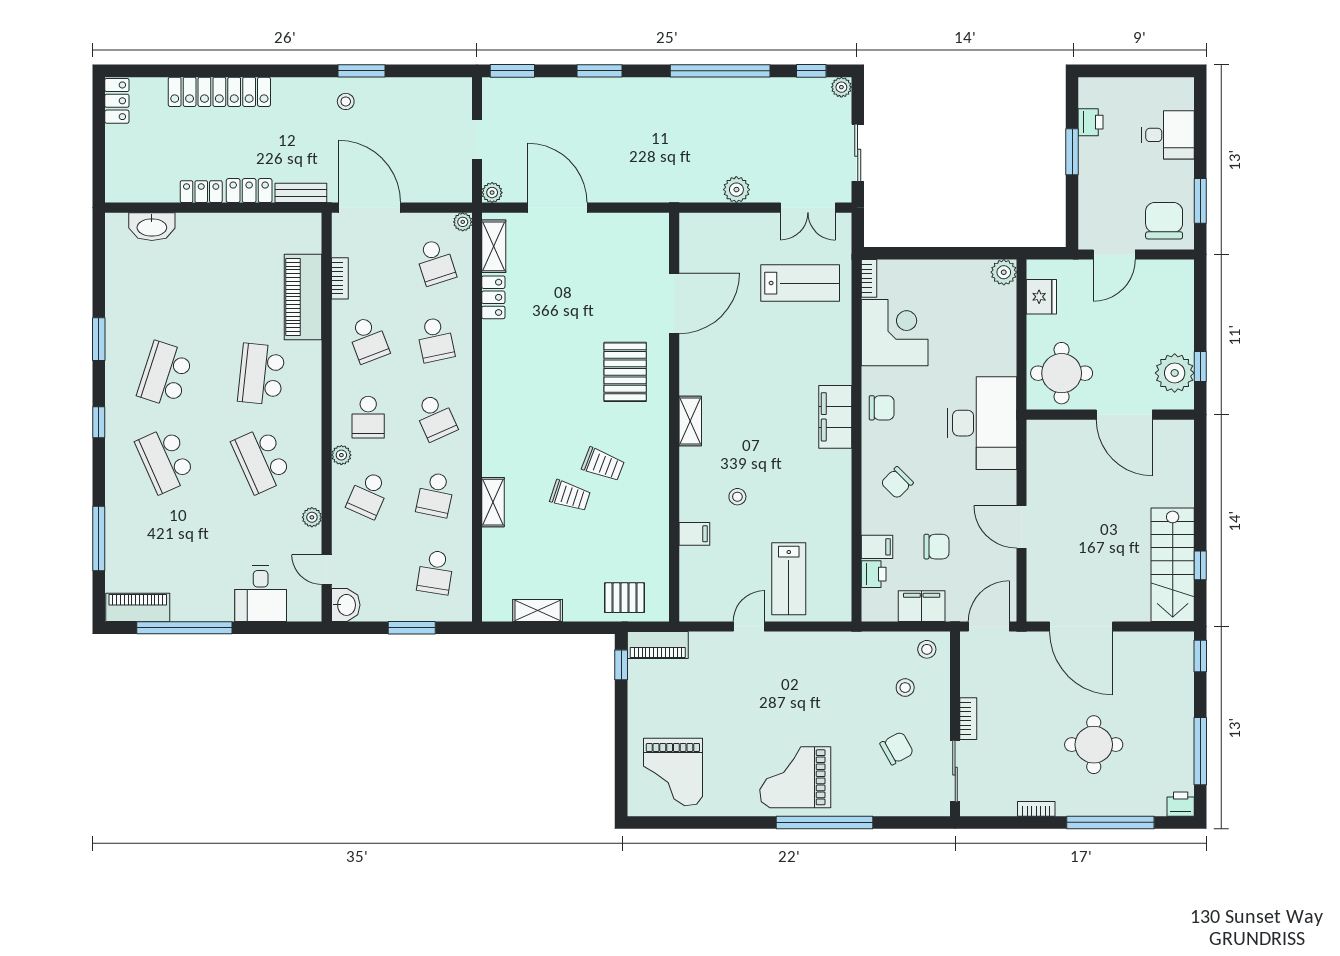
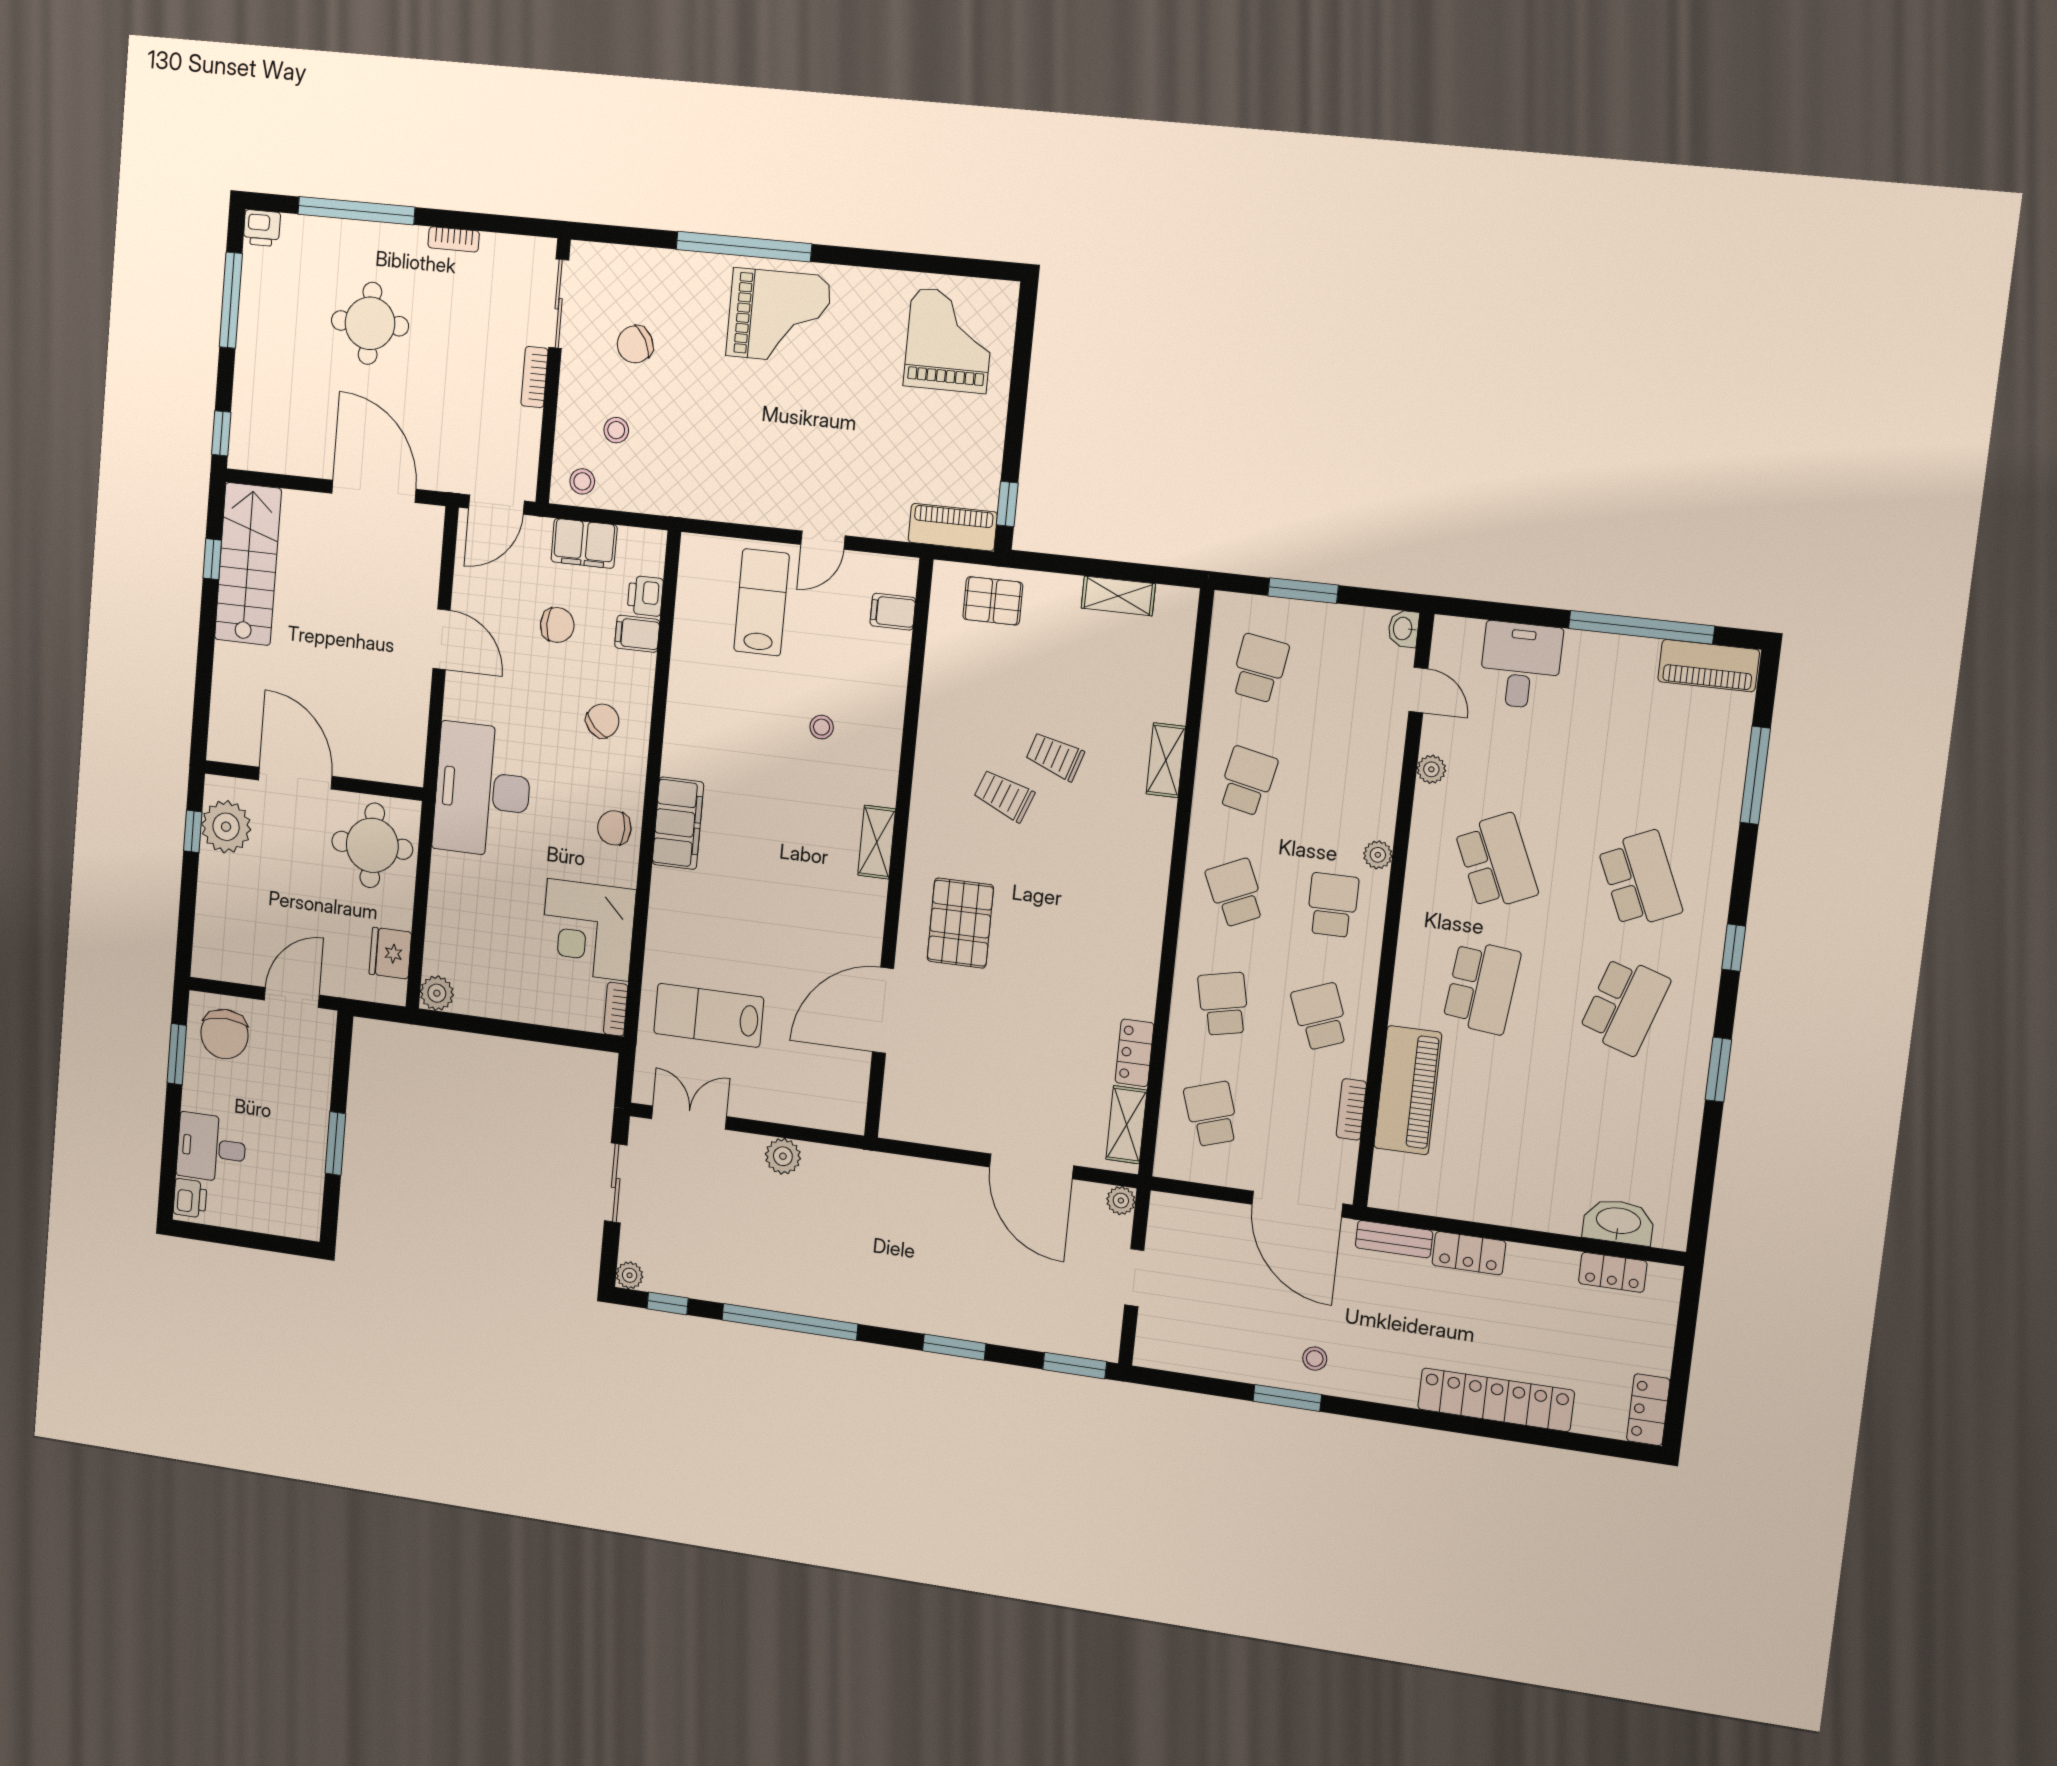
printer: (1091, 122) -> (190, 1198), moved, turned 180
locker: (201, 192) -> (1613, 1272), moved
plant: (463, 222) -> (1167, 1165), removed
school desk: (368, 495) -> (1345, 793), removed
filing cabinet: (694, 534) -> (893, 612), moved
chair: (936, 547) -> (557, 625), turned 180
washbasin: (346, 605) -> (1403, 629), width x0.72, depth x0.69

